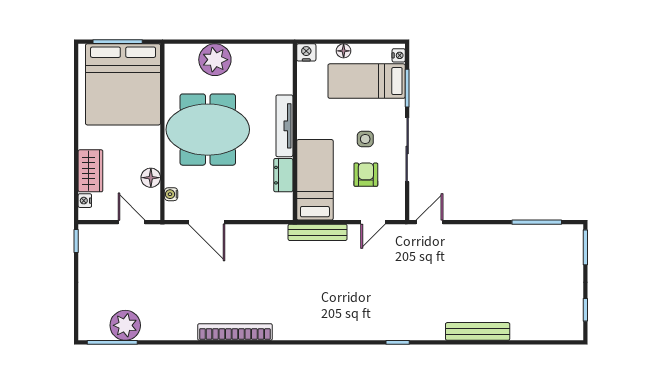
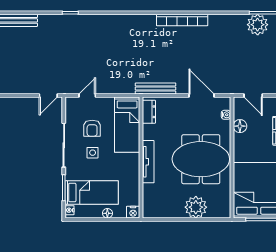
dresser: (283, 175) -> (149, 112), moved
bench: (318, 232) -> (156, 89), moved

